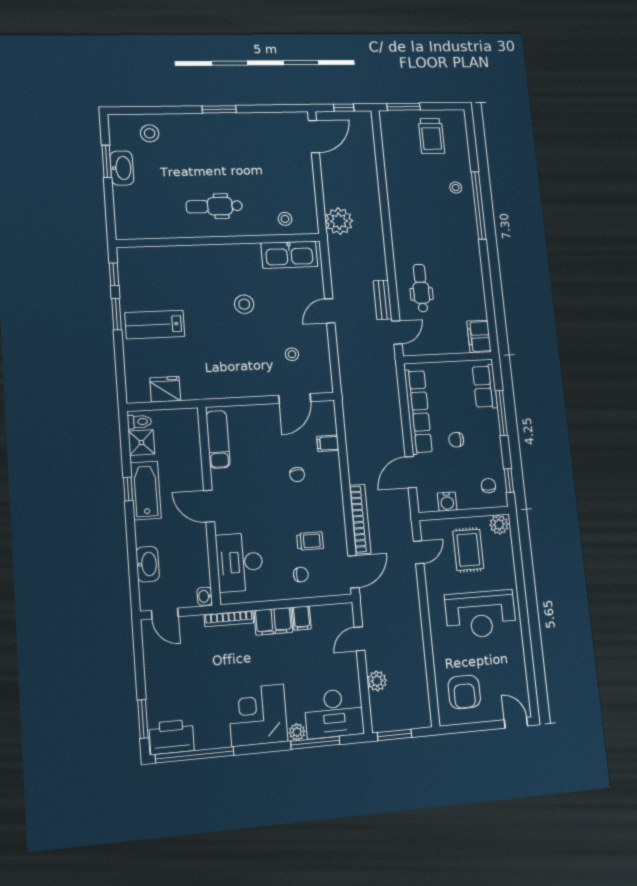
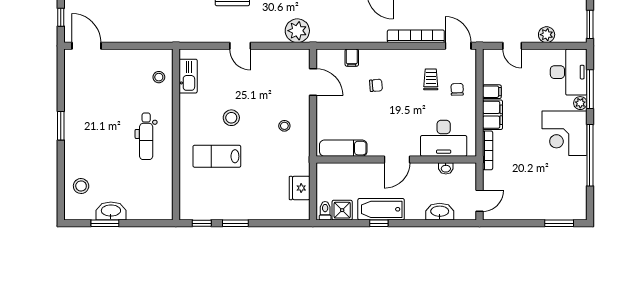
plant: (339, 221) -> (297, 31), moved
kitchen sink: (289, 255) -> (188, 76), width x0.73, depth x0.81
lab bench: (155, 325) -> (217, 156), moved, turned 90
stool: (292, 354) -> (284, 126), moved
washbasin: (205, 596) -> (446, 168), moved
printer: (172, 737) -> (575, 202), removed
window: (195, 755) -> (590, 155), moved

